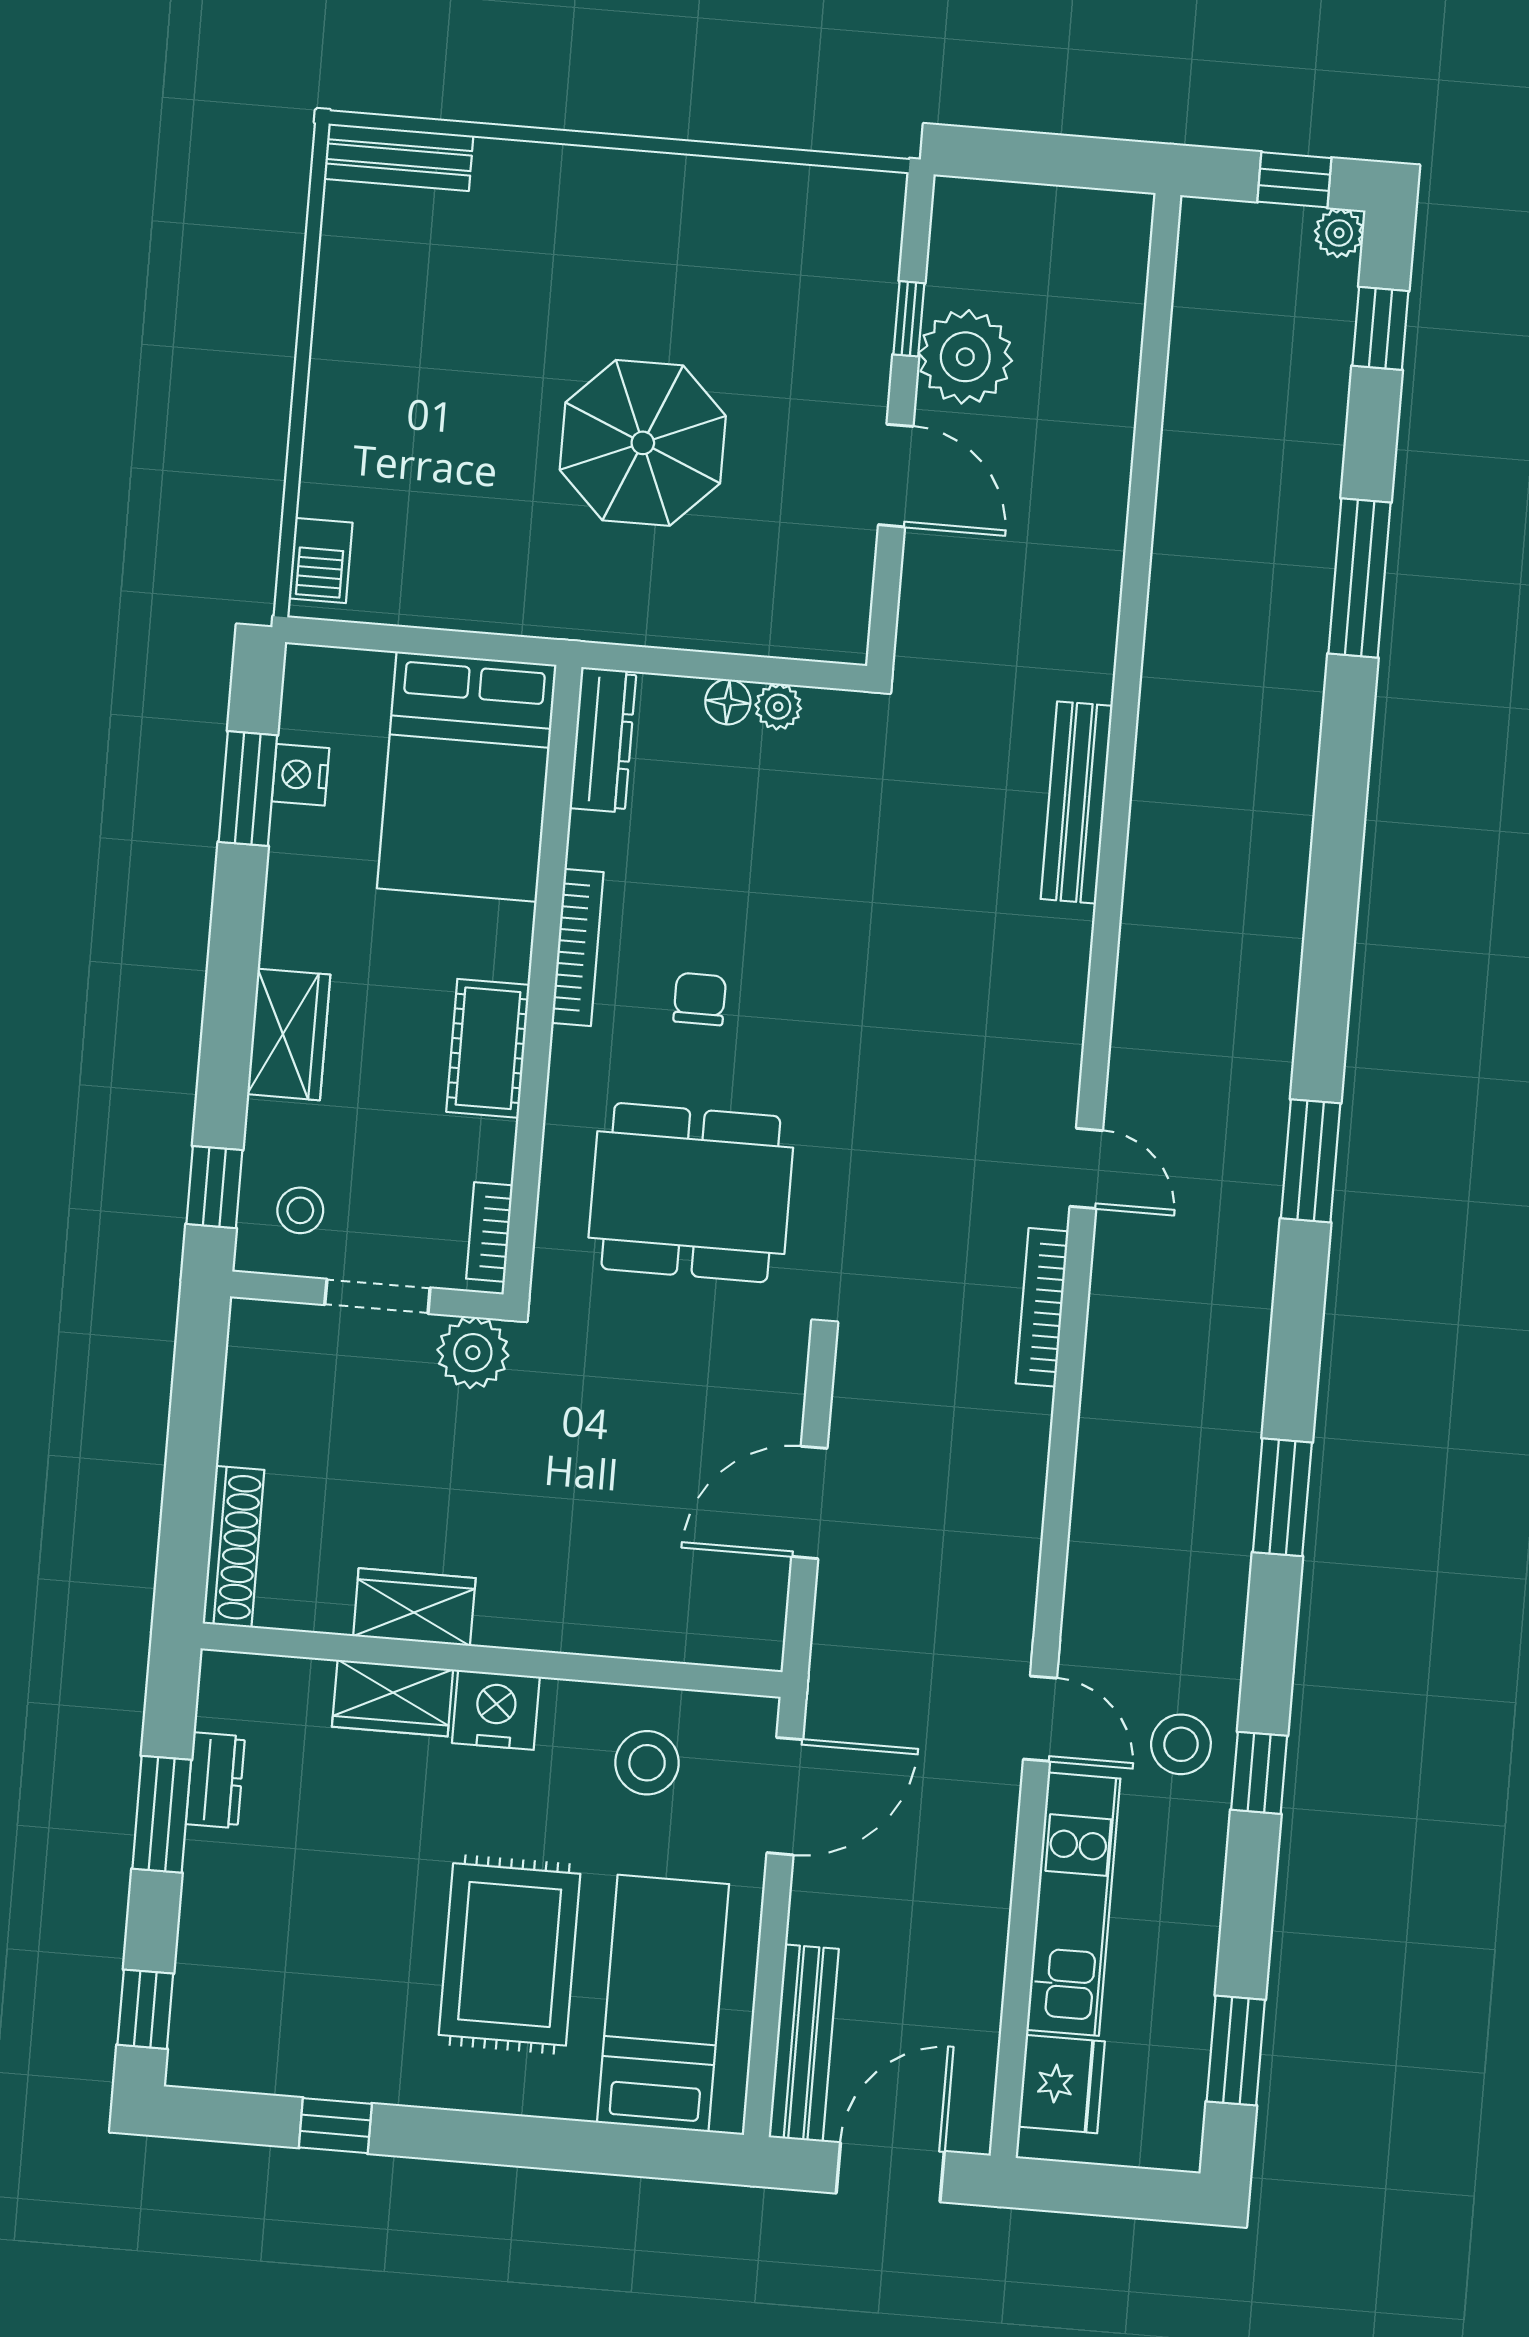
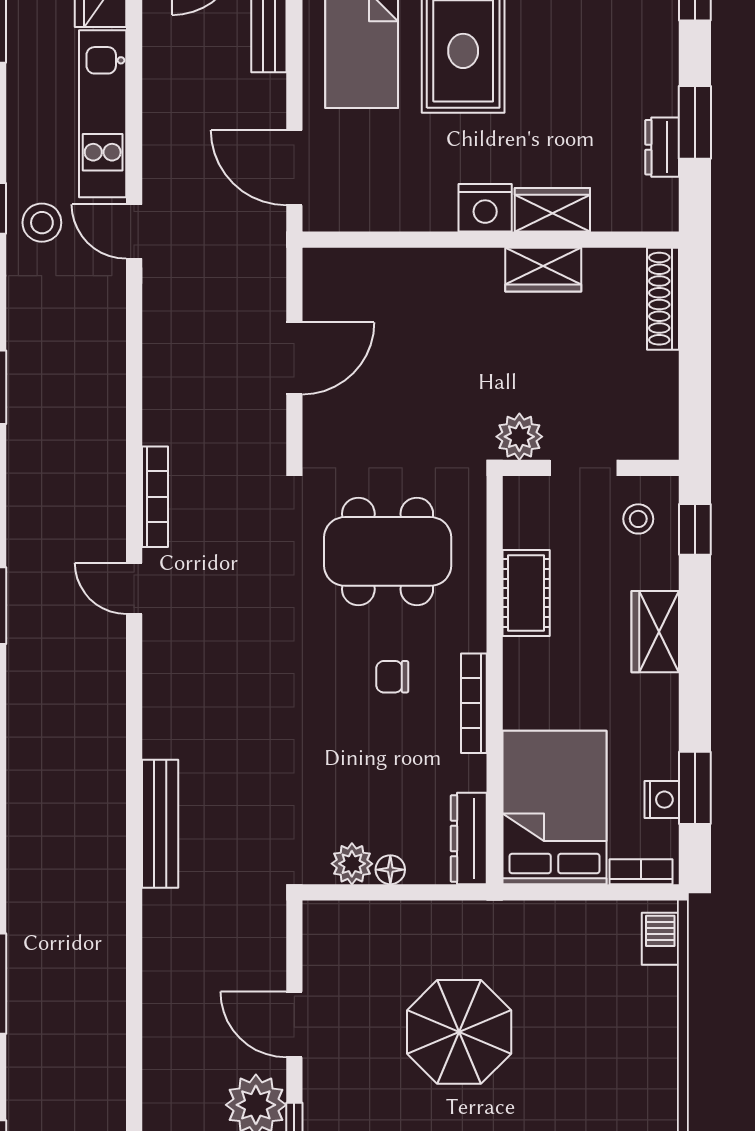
plant: (778, 707) -> (352, 864), width x1.38, depth x1.38
chair: (700, 999) -> (392, 677), turned 90
cot: (488, 1048) -> (526, 593), moved
bookcase: (489, 1232) -> (641, 872), moved, turned -90
stool: (647, 1763) -> (385, 182), removed
door: (785, 1796) -> (294, 168), hinge flipped

